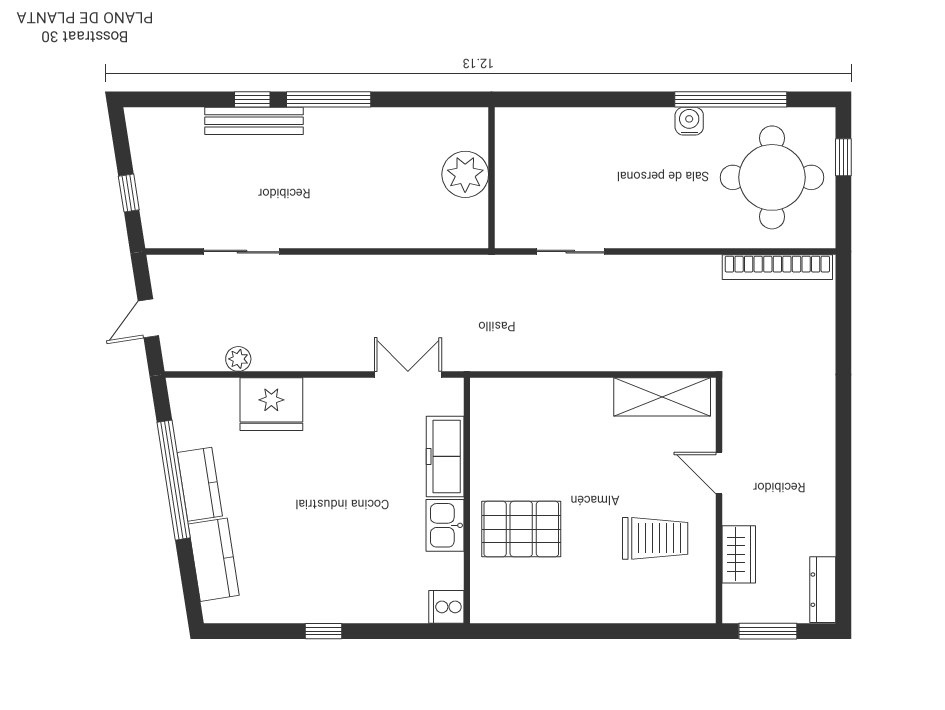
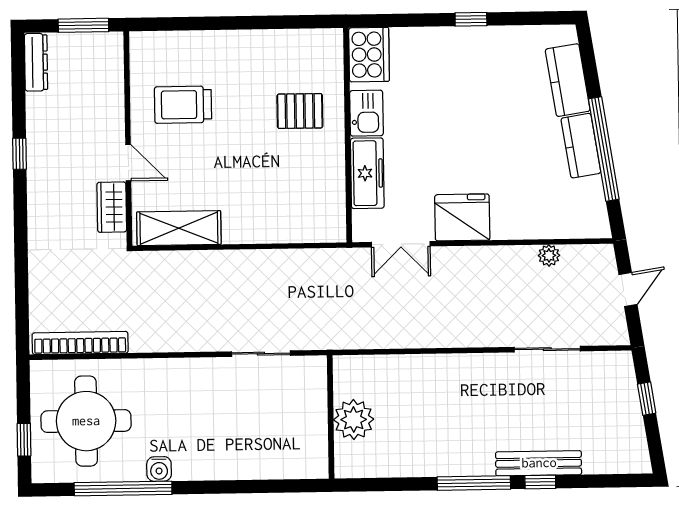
fridge: (271, 404) -> (462, 217), moved
window: (843, 485) -> (20, 154), added
pallet: (521, 529) -> (300, 111), width x0.67, depth x0.71
wardrobe: (739, 554) -> (112, 207), moved
cooker: (446, 607) -> (369, 55), width x1.87, depth x1.31

